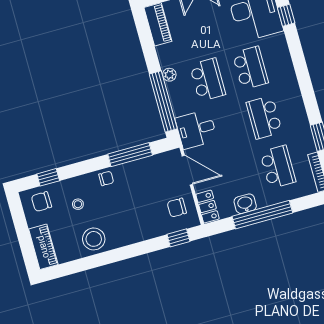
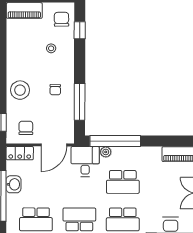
plant: (169, 75) -> (106, 152), moved
chair: (106, 178) -> (55, 90), moved
stool: (94, 239) -> (20, 90), moved

